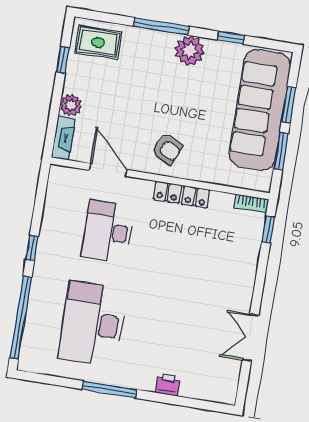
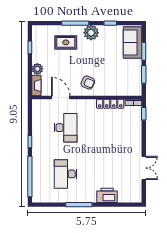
rug: (98, 42) -> (66, 42), moved
sofa: (260, 110) -> (133, 43), width x0.54, depth x0.79
locker: (182, 195) -> (110, 104), moved
desk: (108, 232) -> (66, 128), turned 180
desk: (93, 324) -> (66, 174), width x0.73, depth x0.77
double door: (250, 338) -> (144, 168), swing flipped
printer: (168, 385) -> (107, 195), width x1.87, depth x1.48

